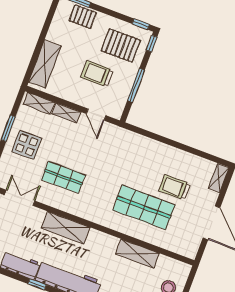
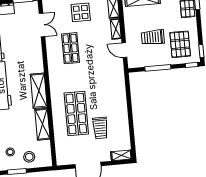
trolley: (97, 74) -> (153, 37), turned -90
door: (96, 115) -> (124, 50), hinge flipped
trolley: (174, 187) -> (100, 128), turned 180
shelving: (66, 228) -> (39, 91), moved

